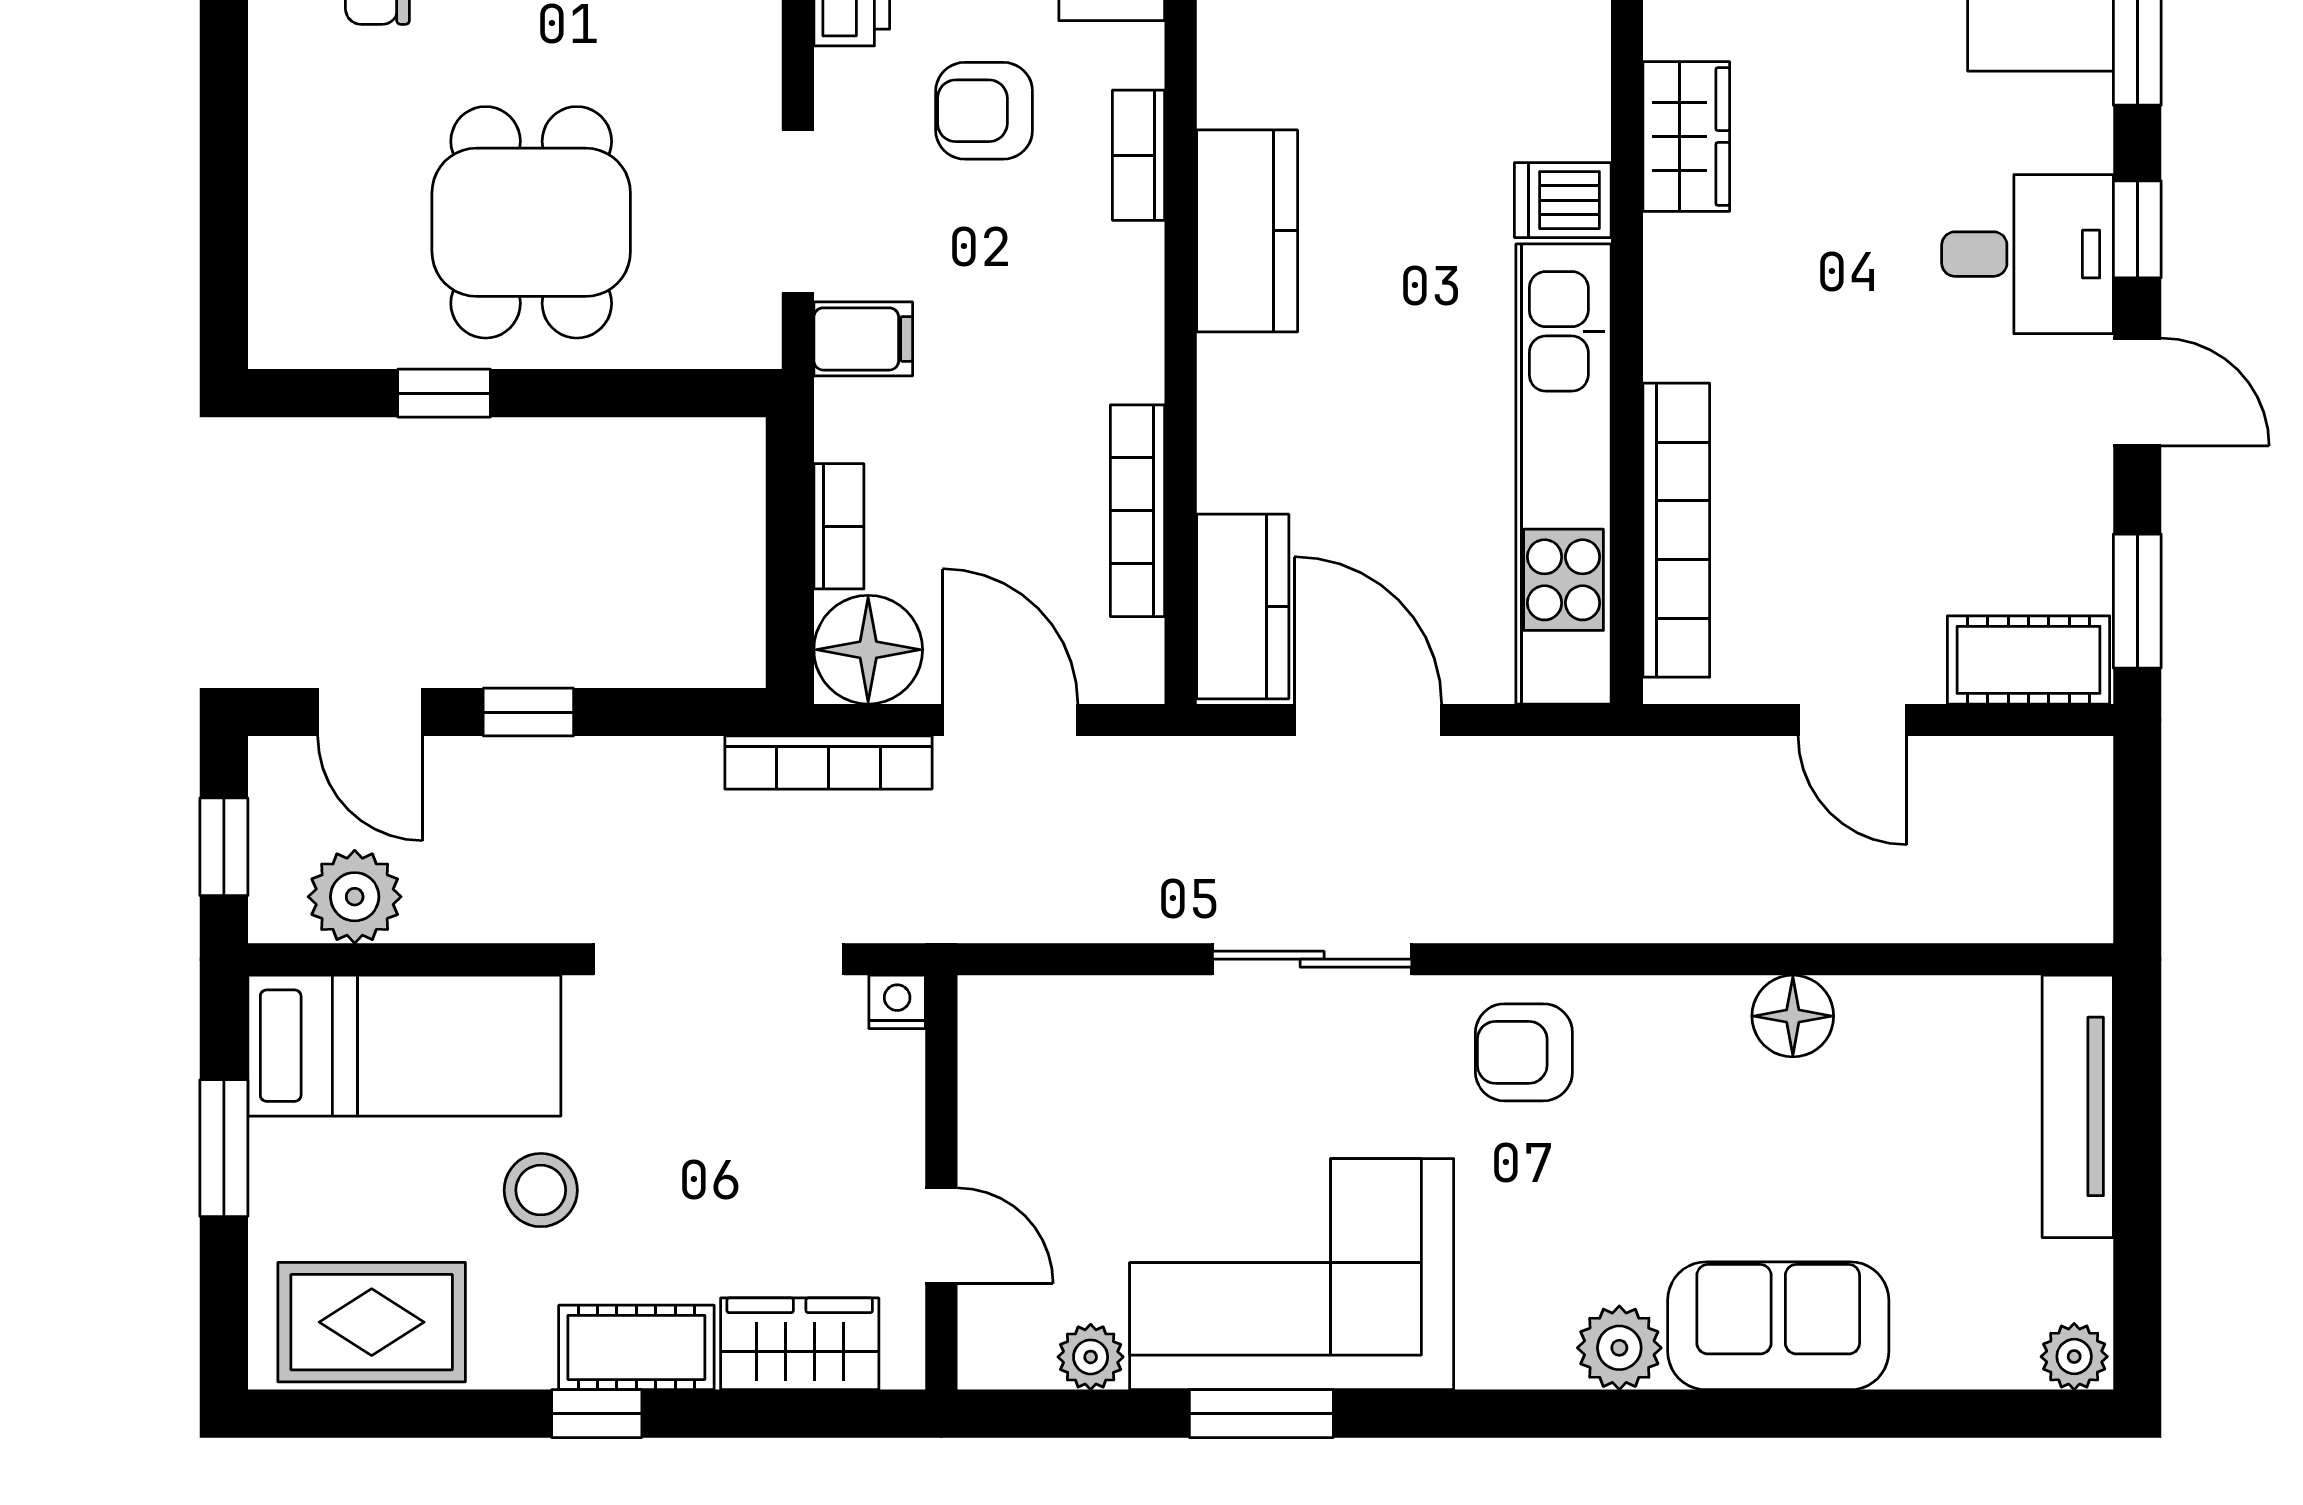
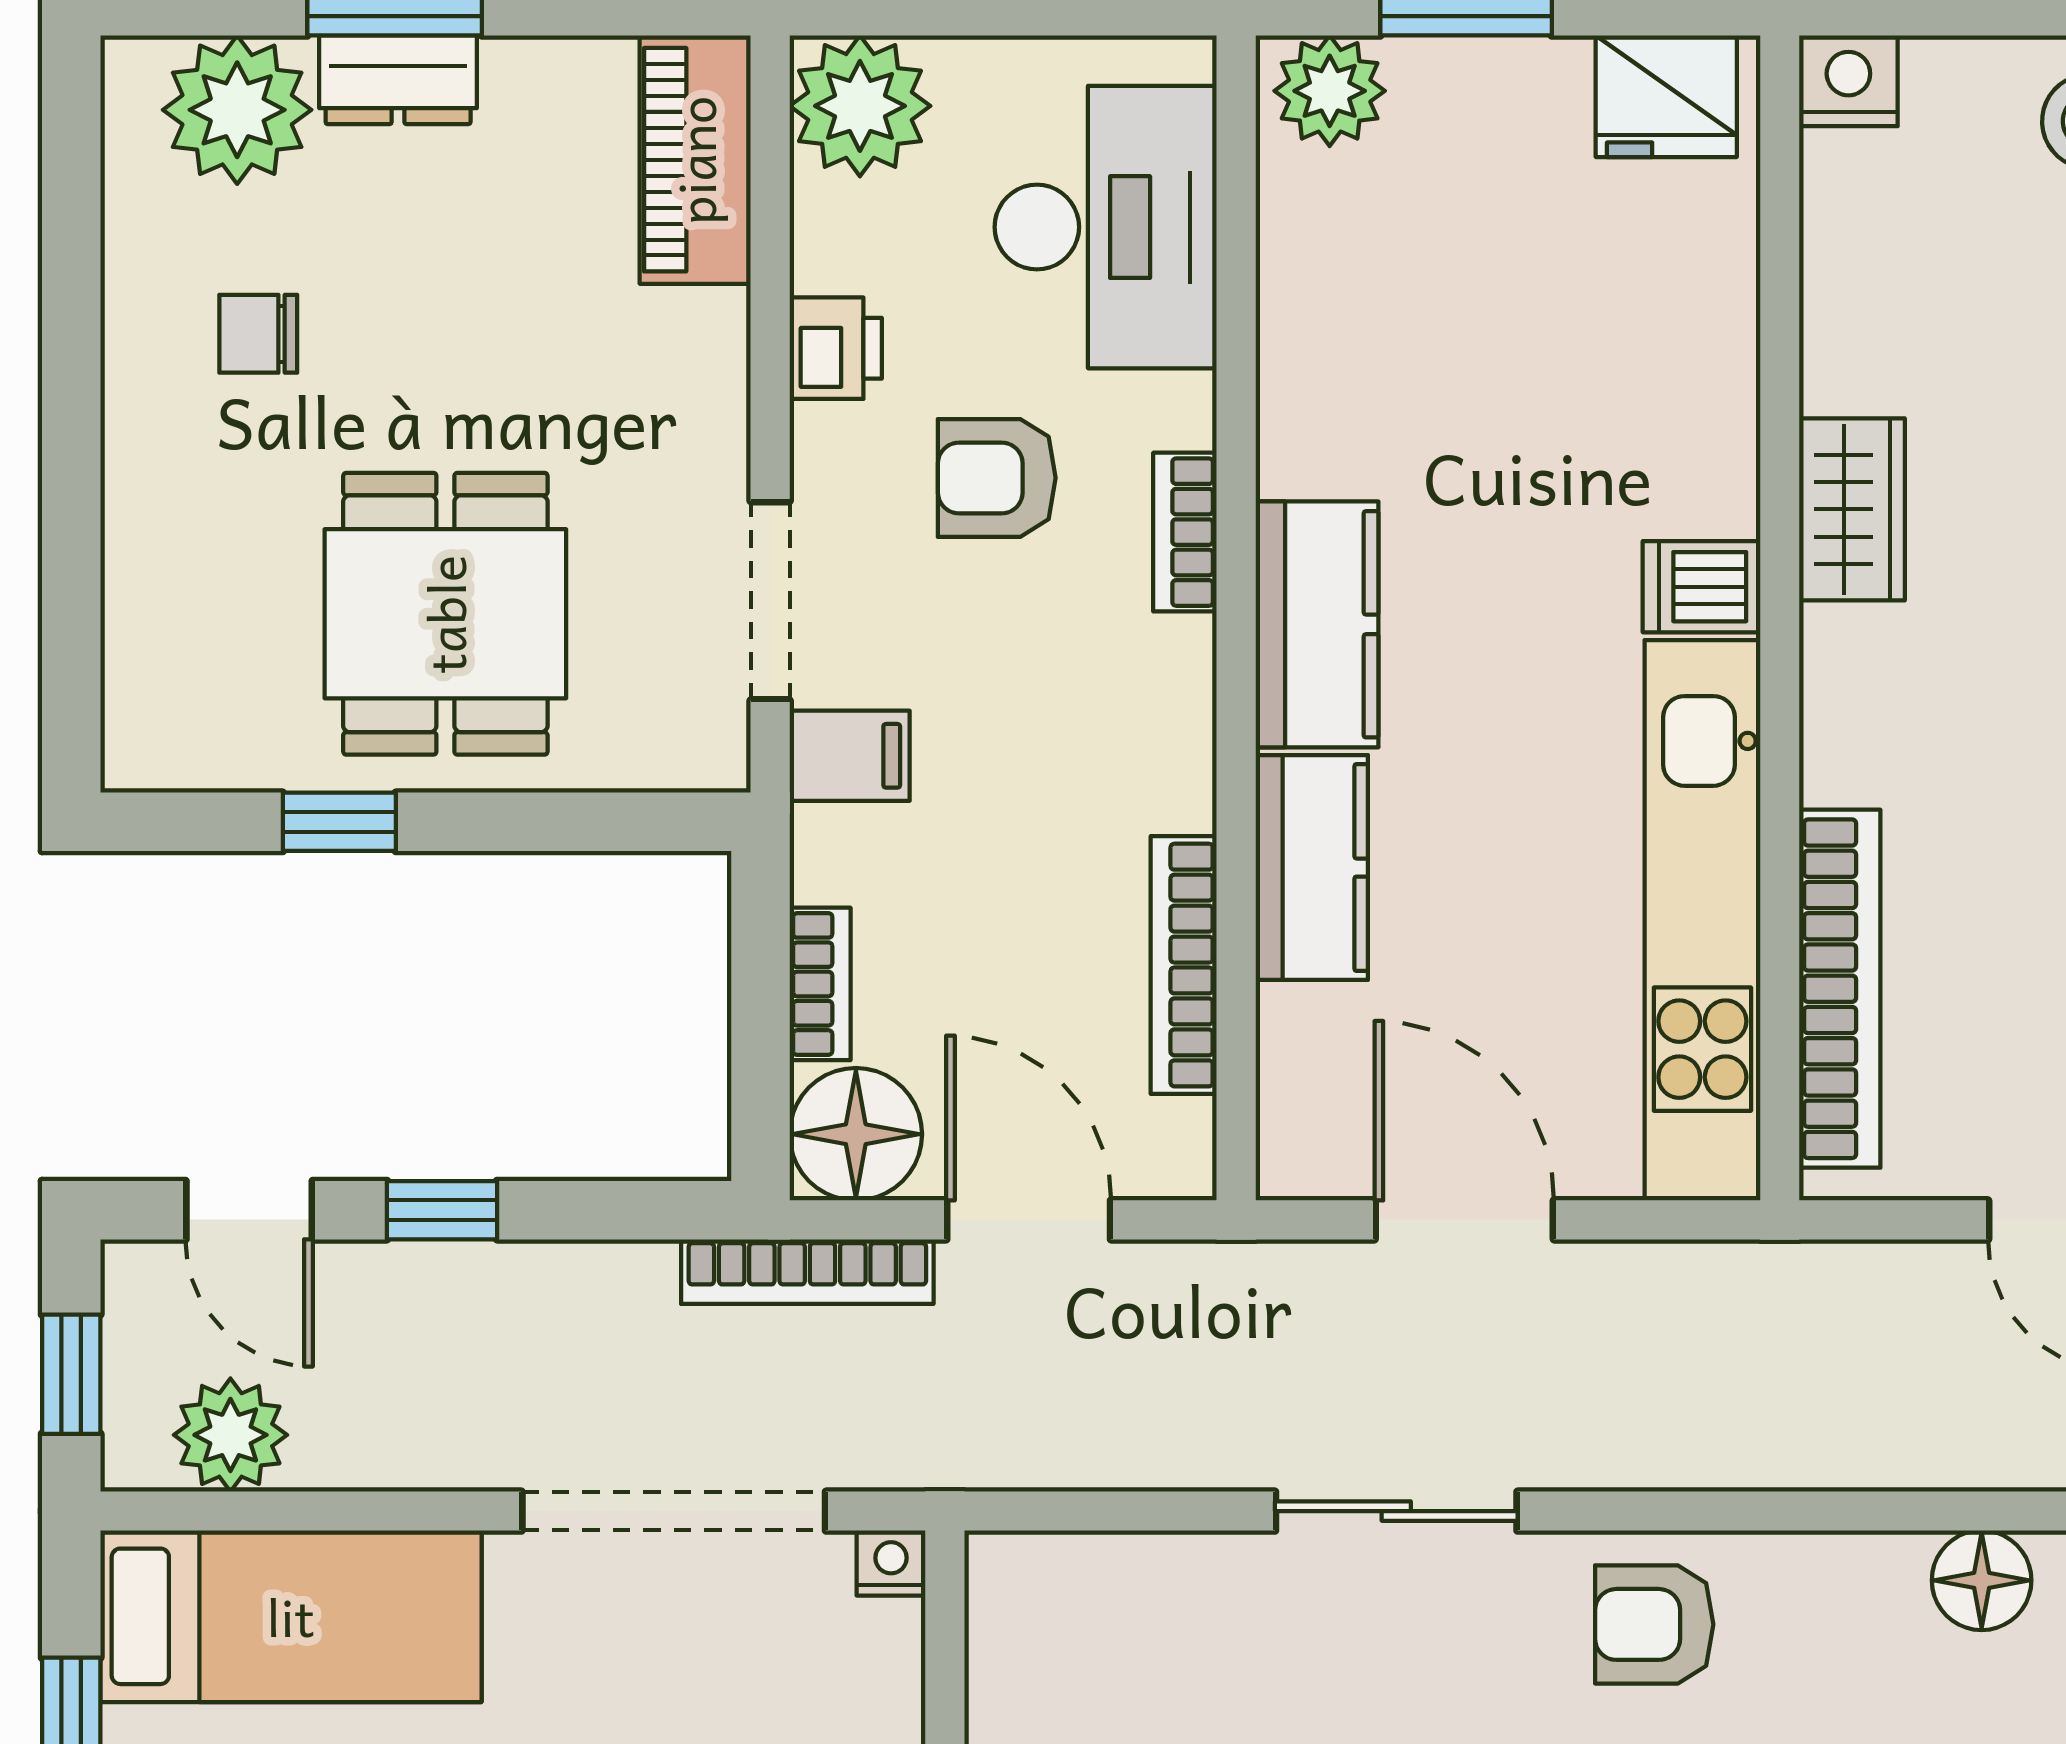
kitchen counter: (1243, 606) -> (1312, 868), moved

